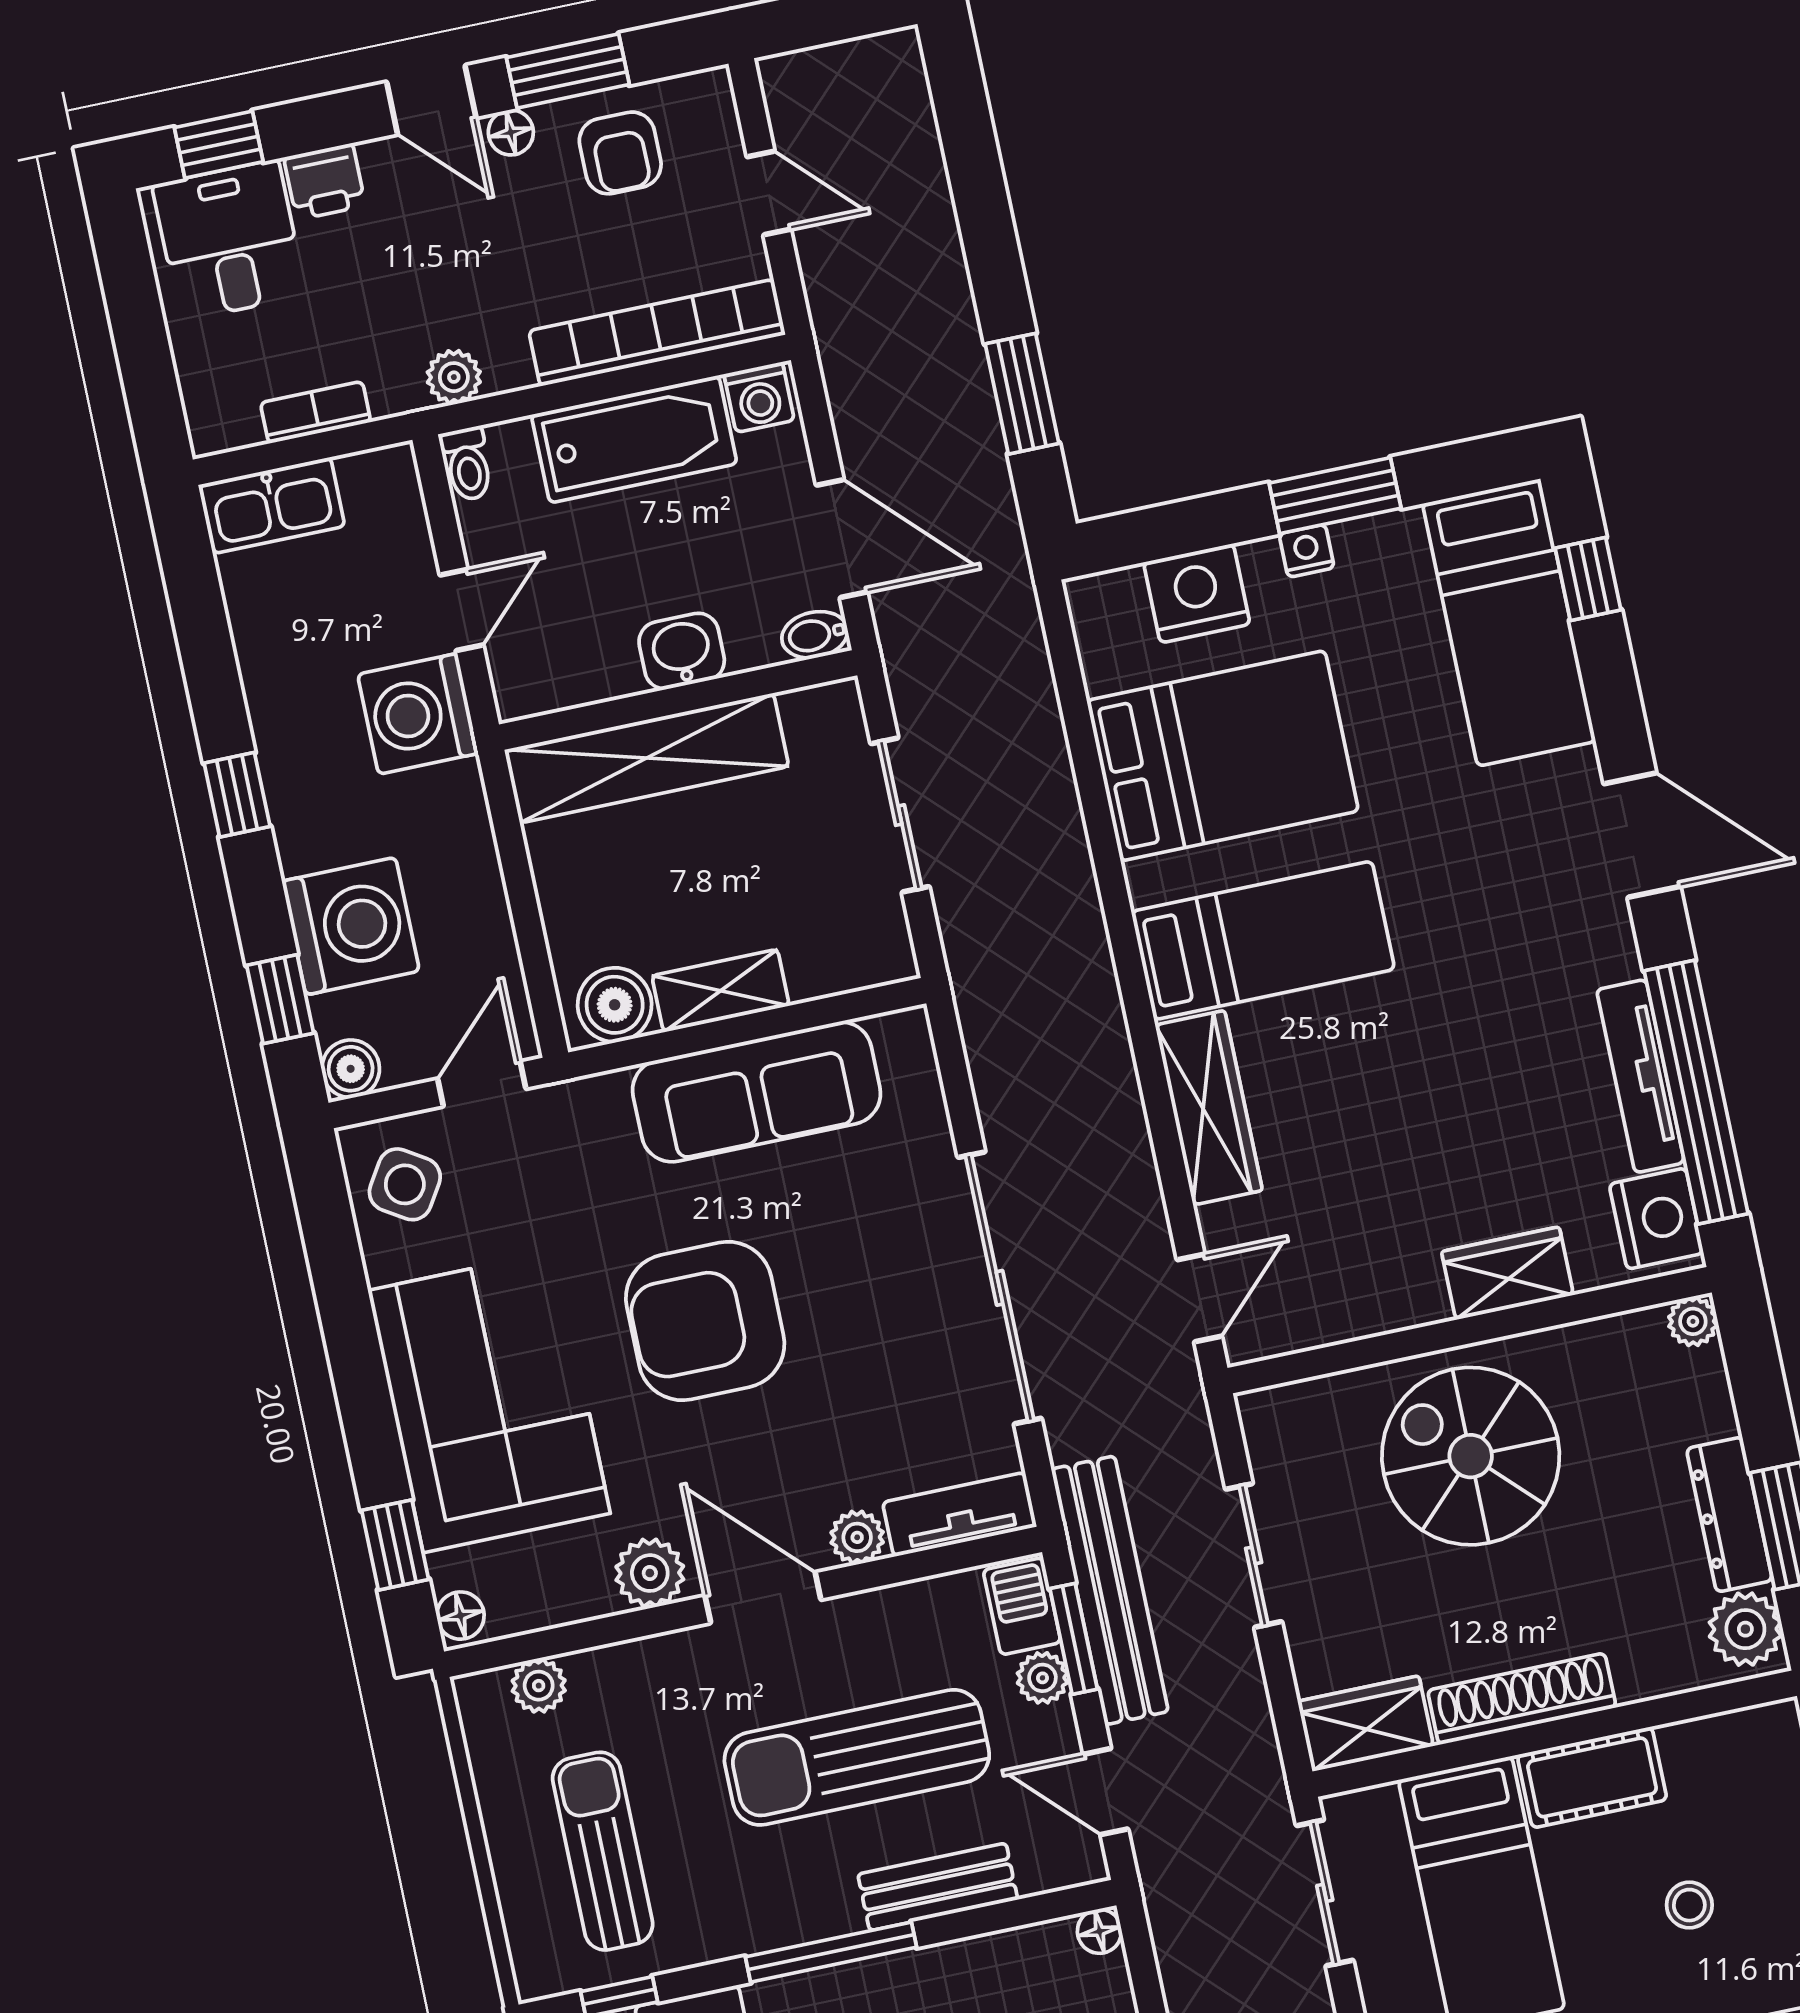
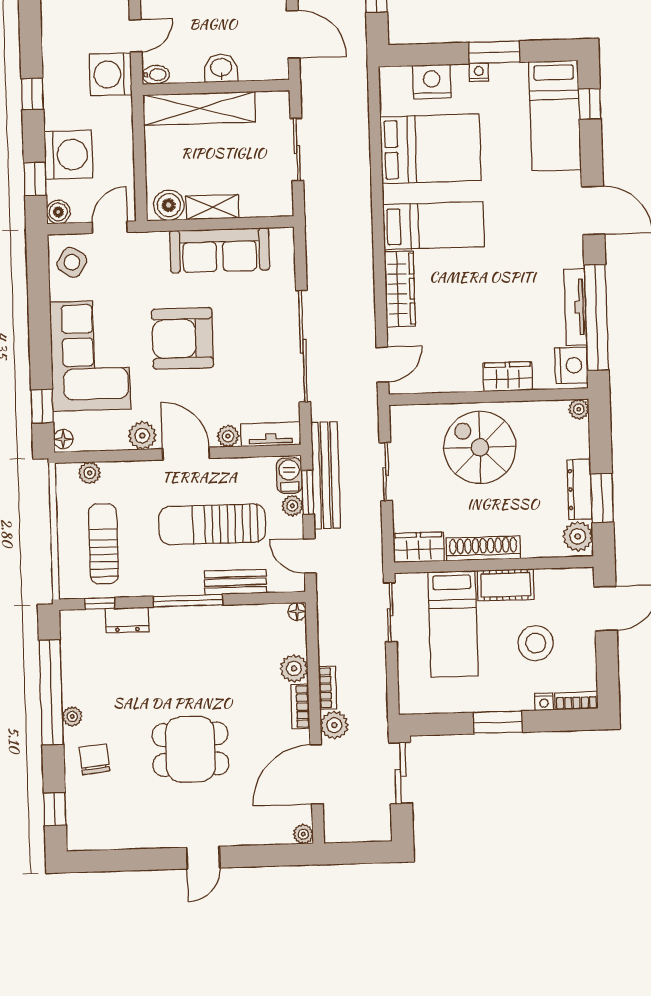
bidet: (815, 635) -> (156, 75), moved, turned 180
stool: (1689, 1905) -> (536, 643), width x1.89, depth x1.89

